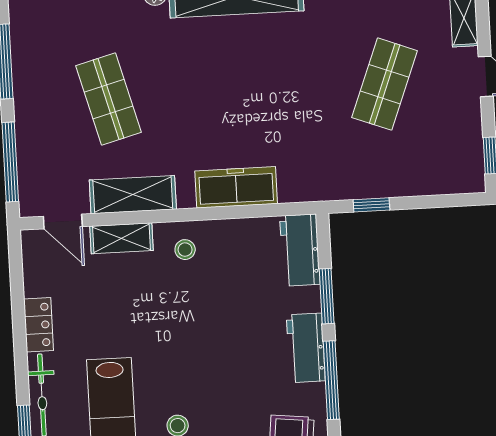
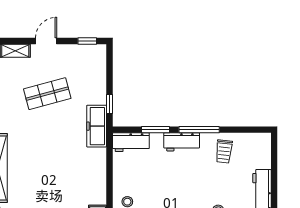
shop shelf: (385, 84) -> (47, 94), turned -36
freezer: (236, 187) -> (97, 126), moved

